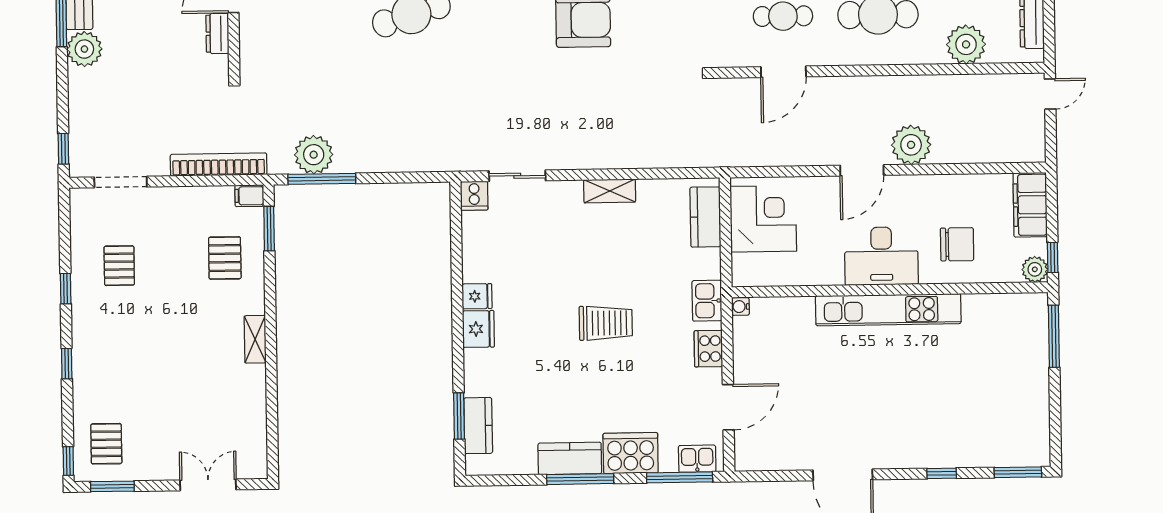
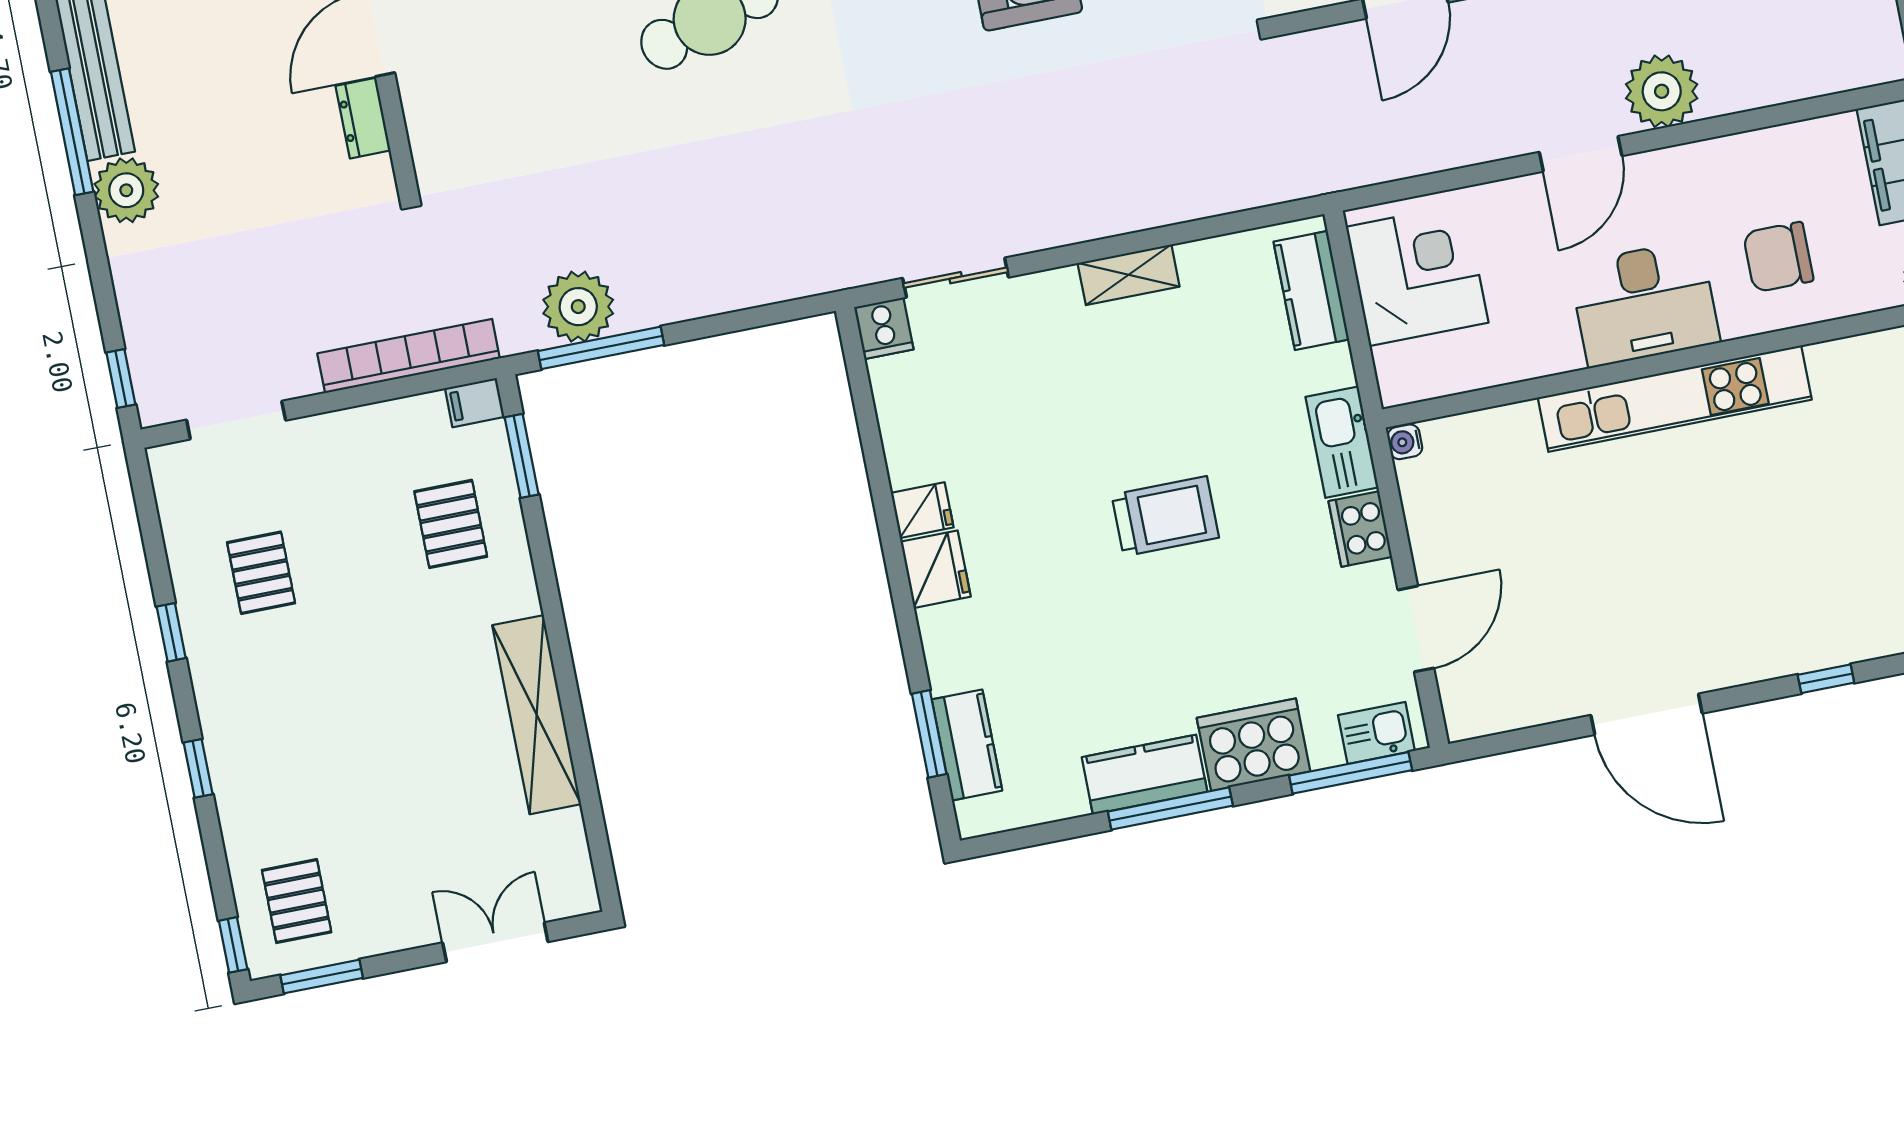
chair: (957, 244) -> (1778, 257), turned 180
kitchen sink: (707, 301) -> (1342, 442), width x1.38
shelving: (255, 339) -> (537, 715), width x2.20, depth x1.33

